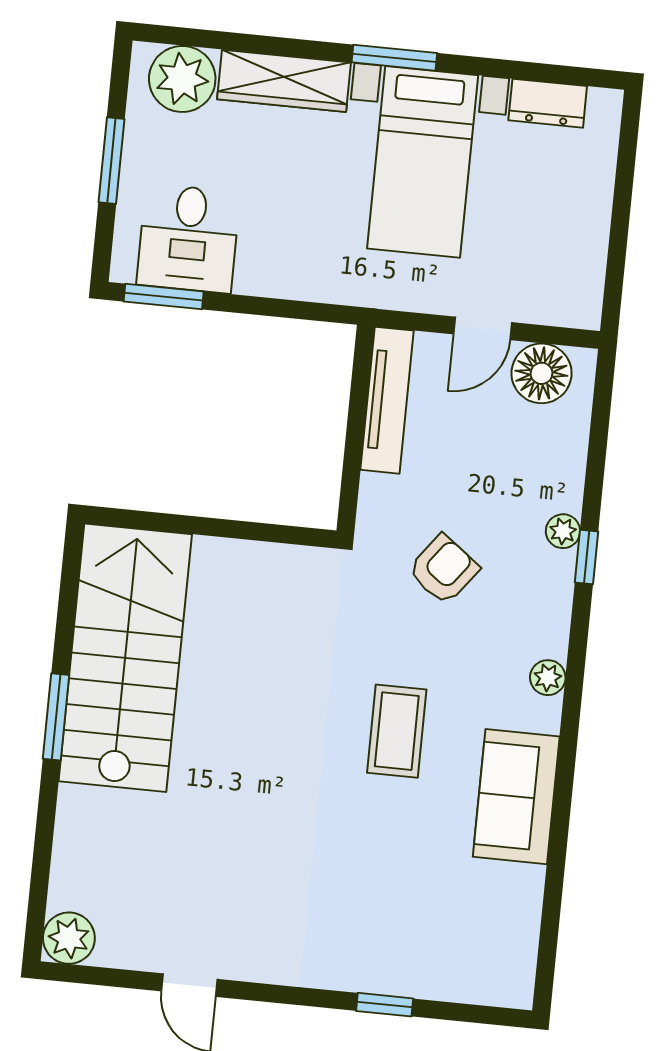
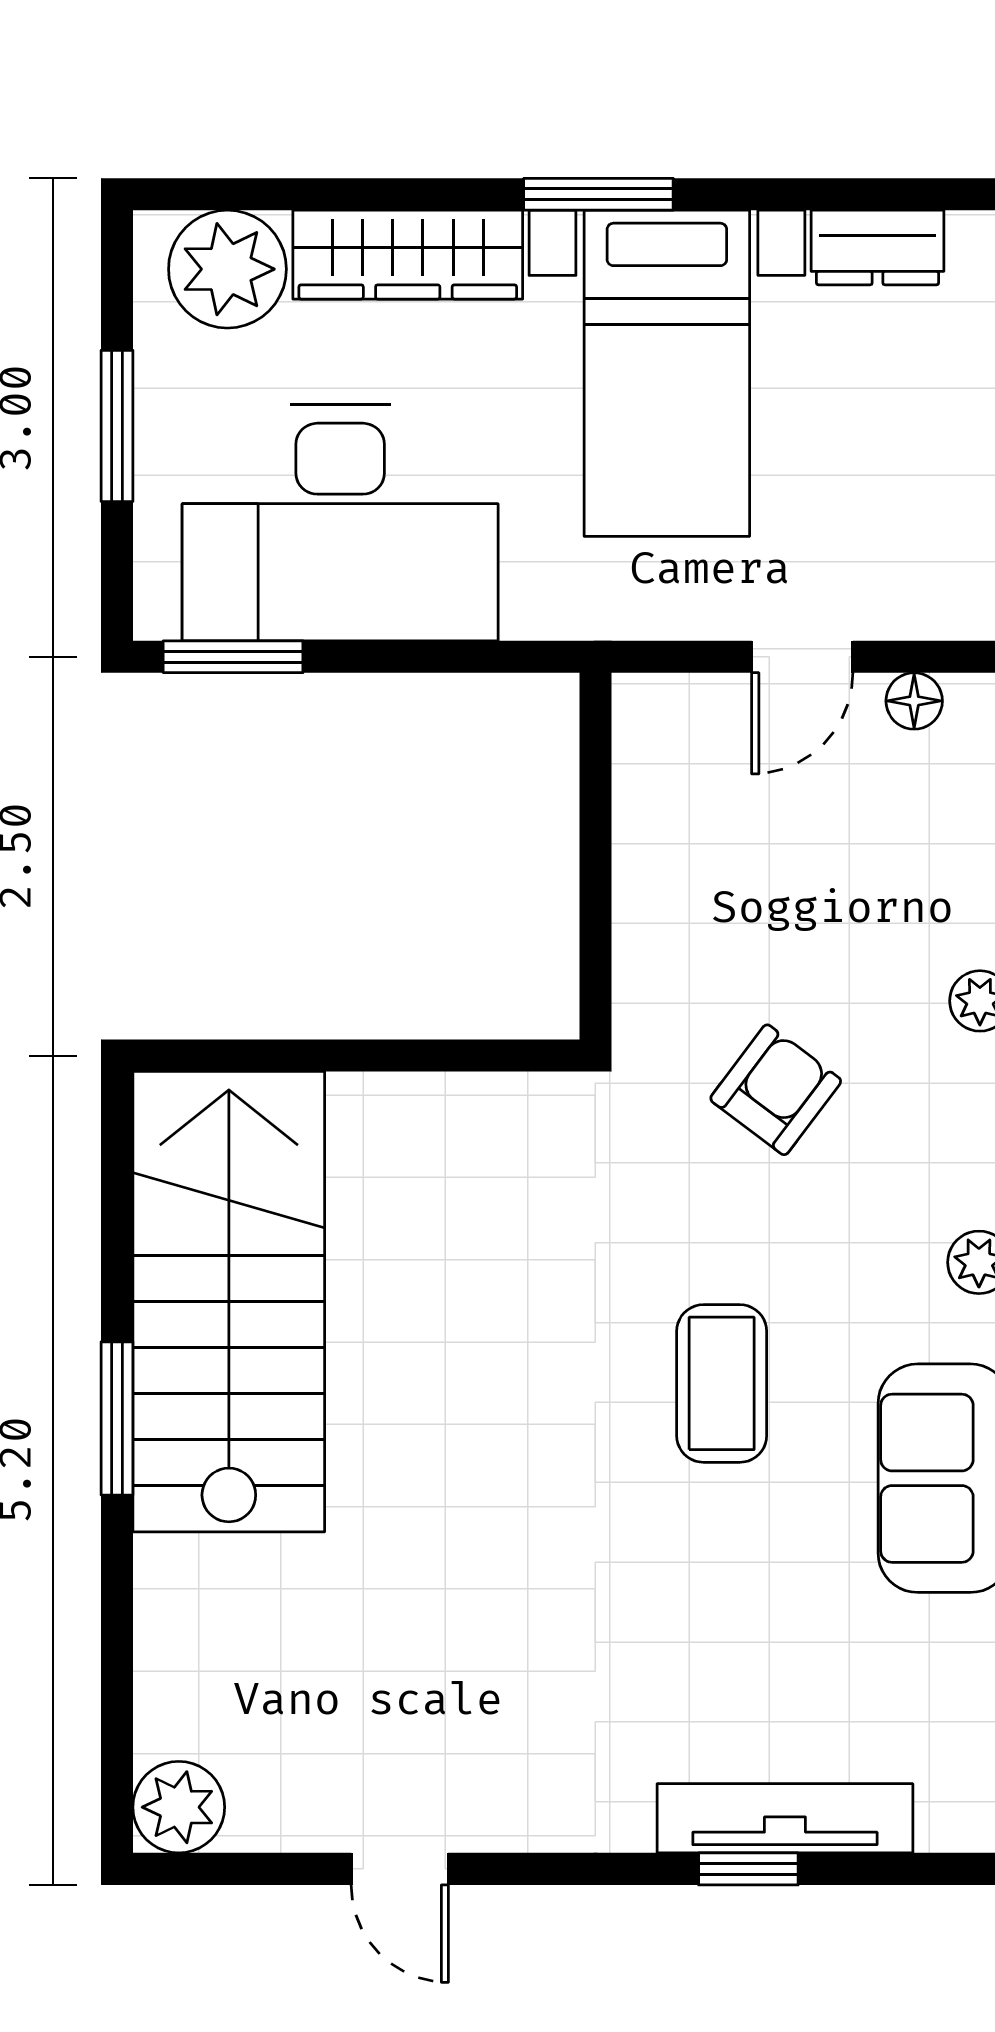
desk: (188, 238) -> (340, 523), width x1.87, depth x1.30
floor lamp: (541, 373) -> (914, 701), width x0.53, depth x0.53
tv unit: (387, 400) -> (785, 1818), moved, turned -90

